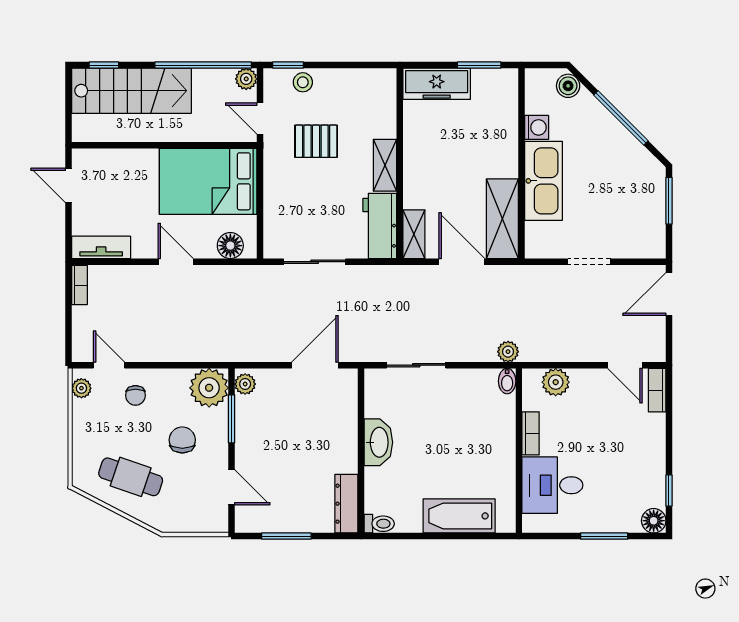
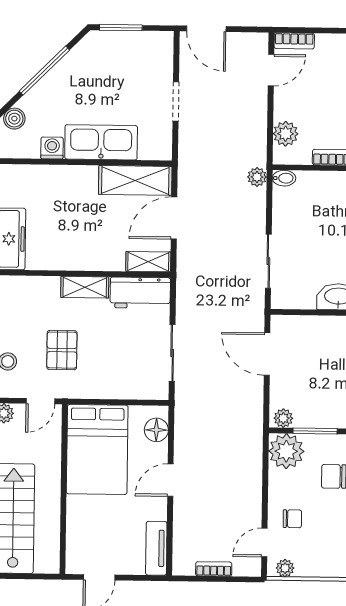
bookcase: (79, 285) -> (214, 569), moved

